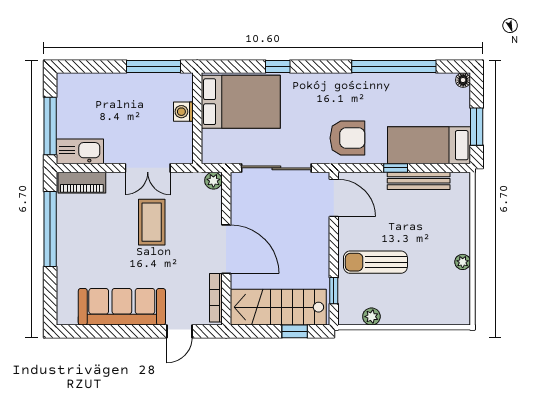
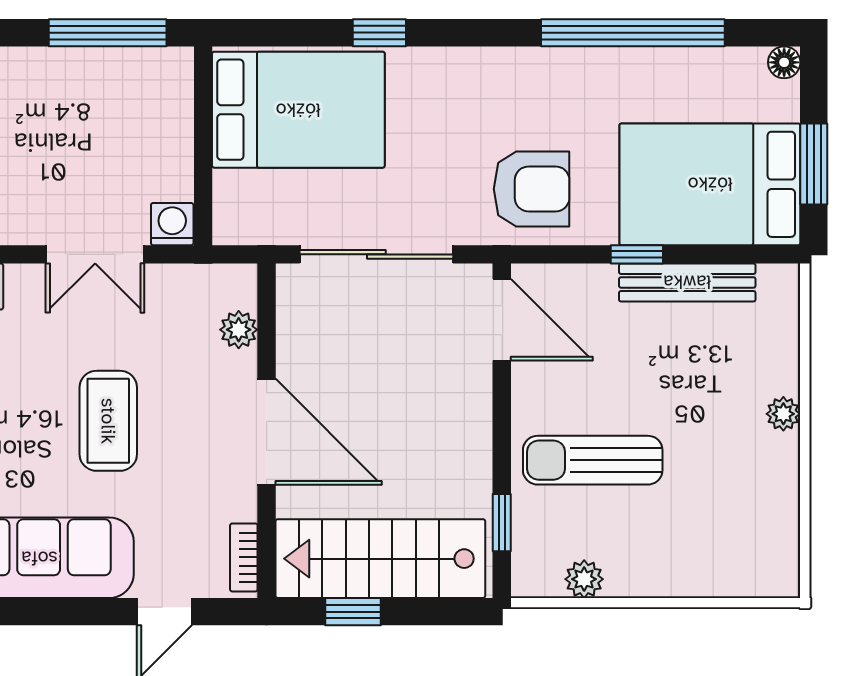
washing machine: (183, 112) -> (172, 224), moved, turned 90
bed: (429, 145) -> (710, 184), width x1.50
plant: (213, 181) -> (239, 330), moved
coffee table: (152, 222) -> (108, 421), moved
plant: (463, 262) -> (783, 414), moved
bookcase: (216, 298) -> (244, 557), width x0.64
window: (295, 331) -> (353, 612), moved

